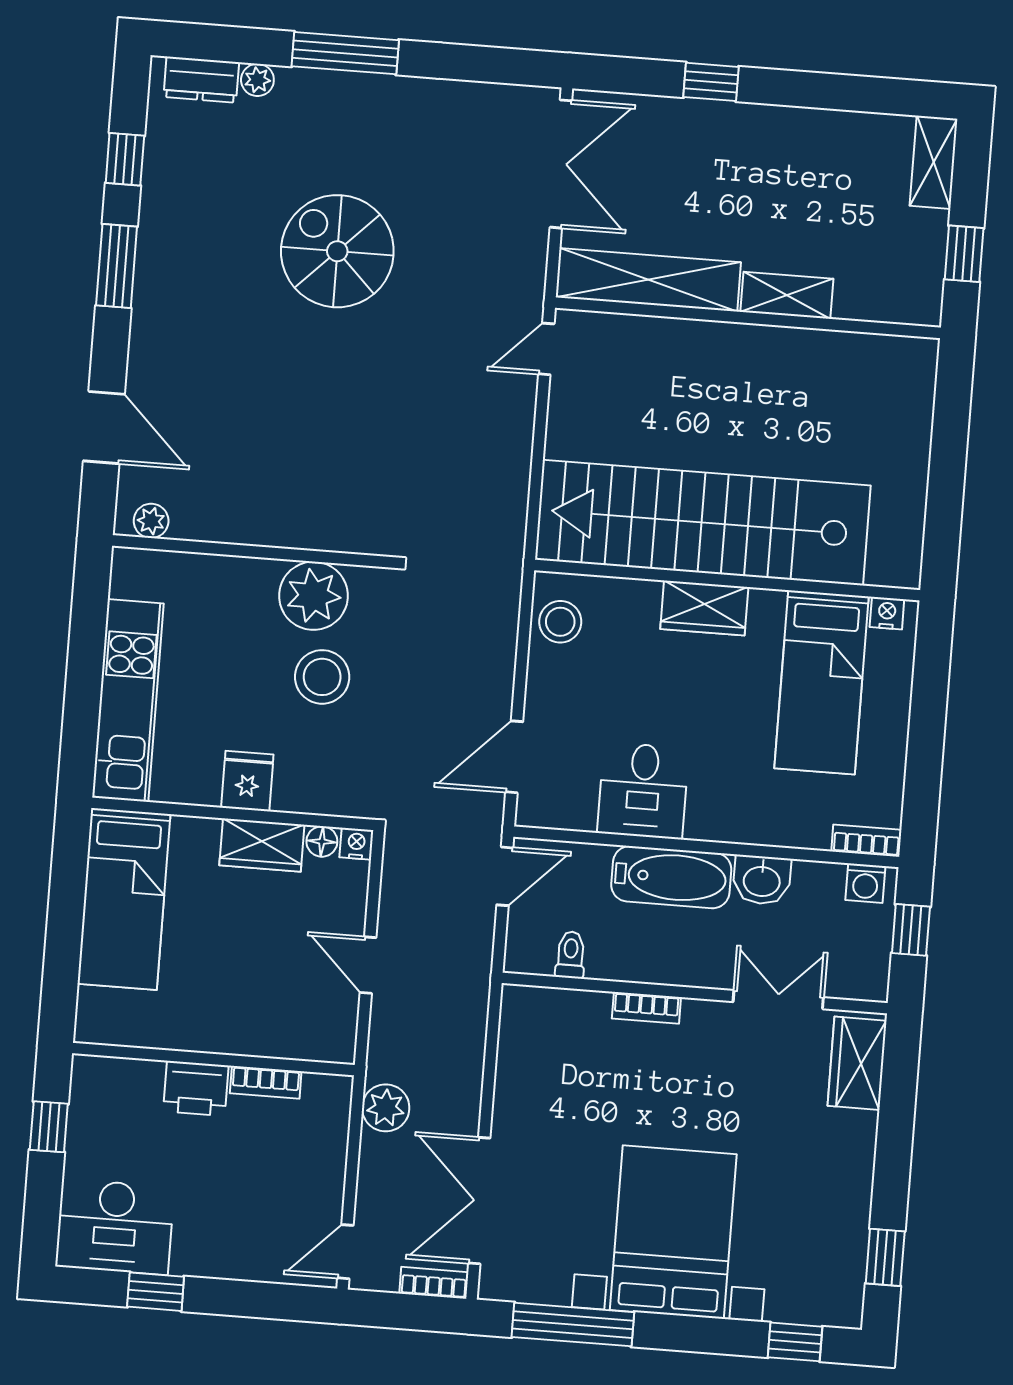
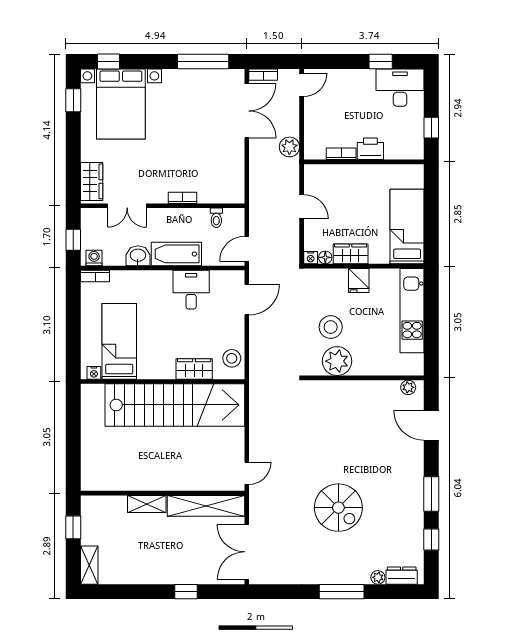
wardrobe: (704, 608) -> (194, 369), moved
bed with nightstands: (673, 1232) -> (121, 104), moved

